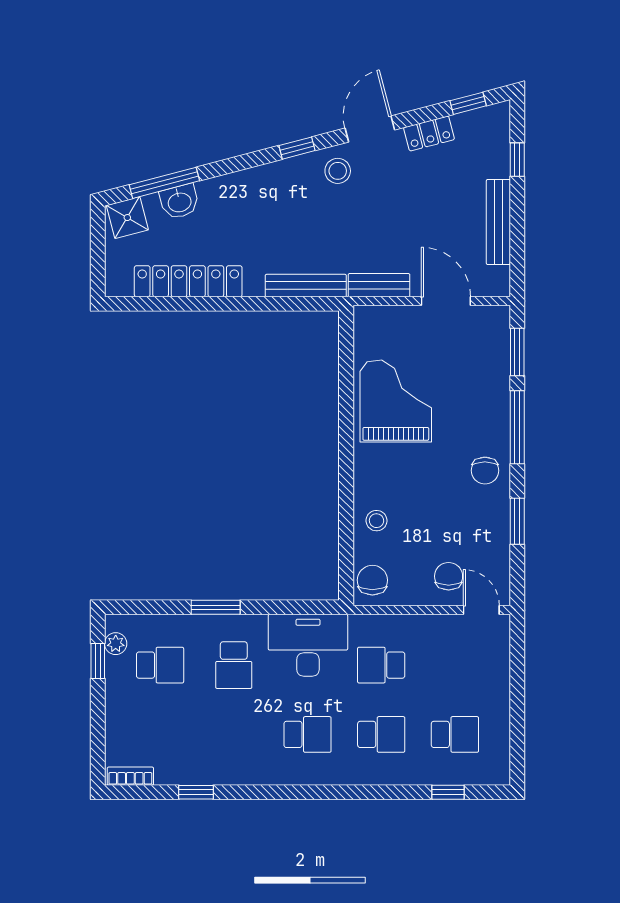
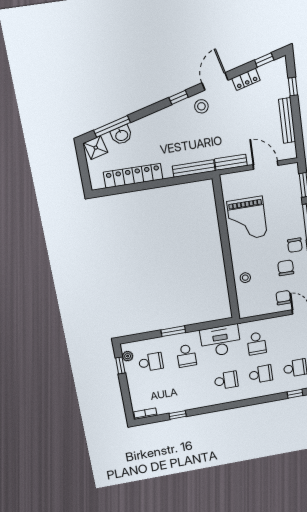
grand piano: (396, 401) -> (247, 219), turned 180
chair: (372, 580) -> (286, 268), moved
school desk: (381, 665) -> (257, 344), turned -90

